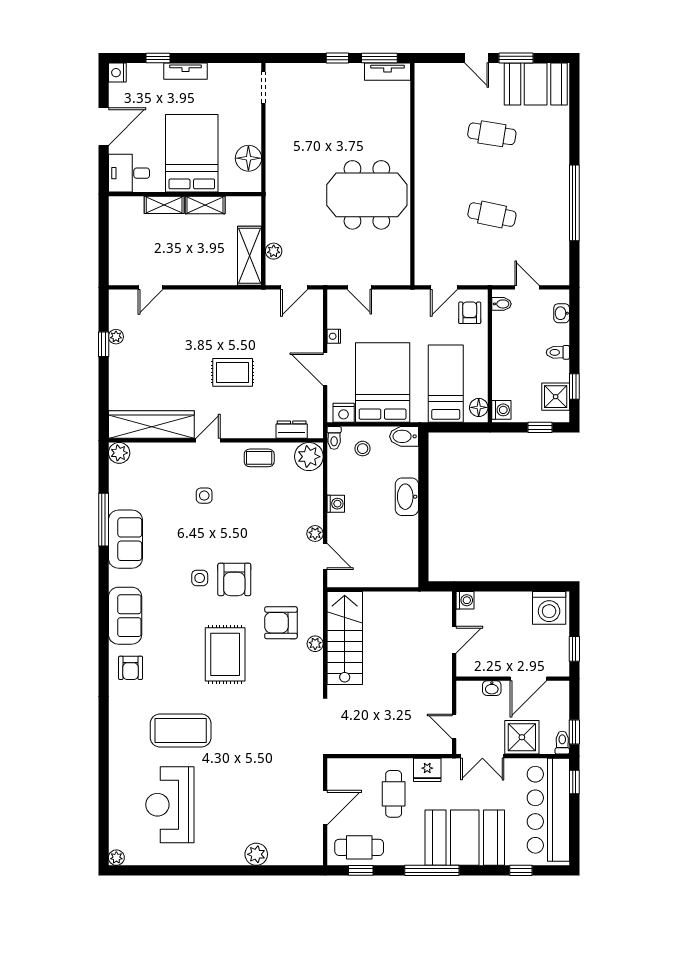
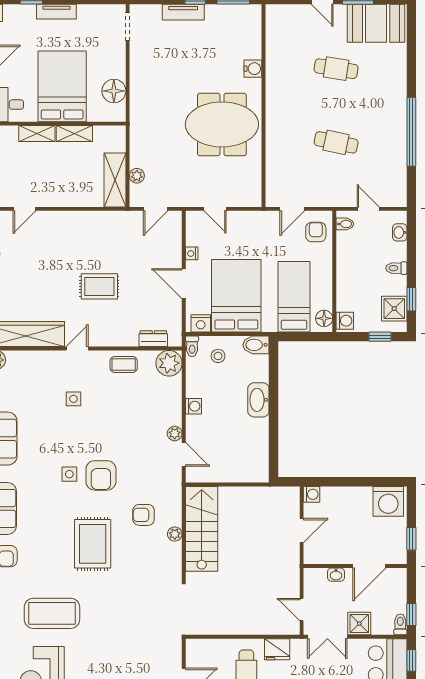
tv unit: (388, 72) -> (183, 12), moved
water cooler: (401, 134) -> (253, 69), added
armchair: (281, 623) -> (144, 515), width x0.72, depth x0.72
shower: (522, 737) -> (359, 624), width x0.73, depth x0.73

